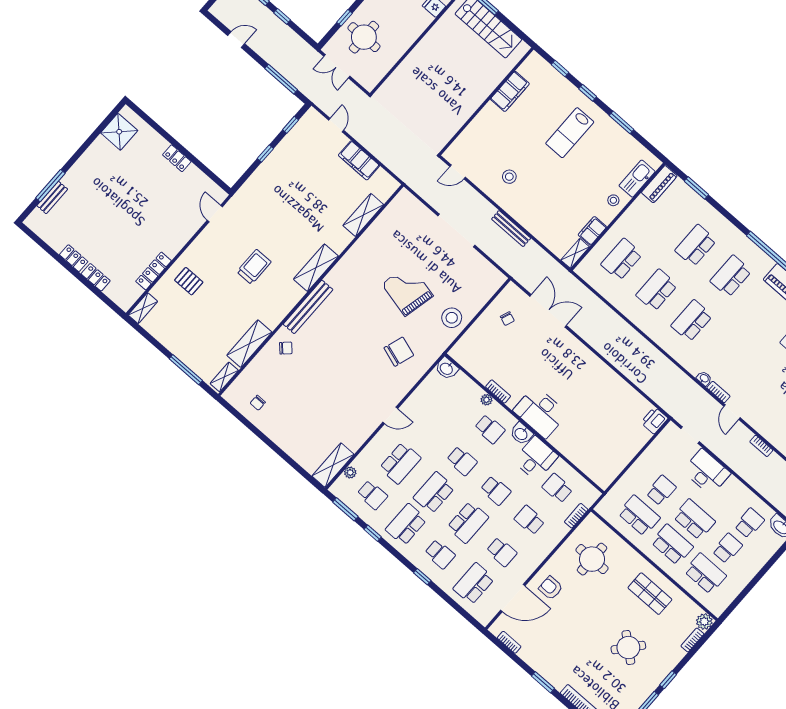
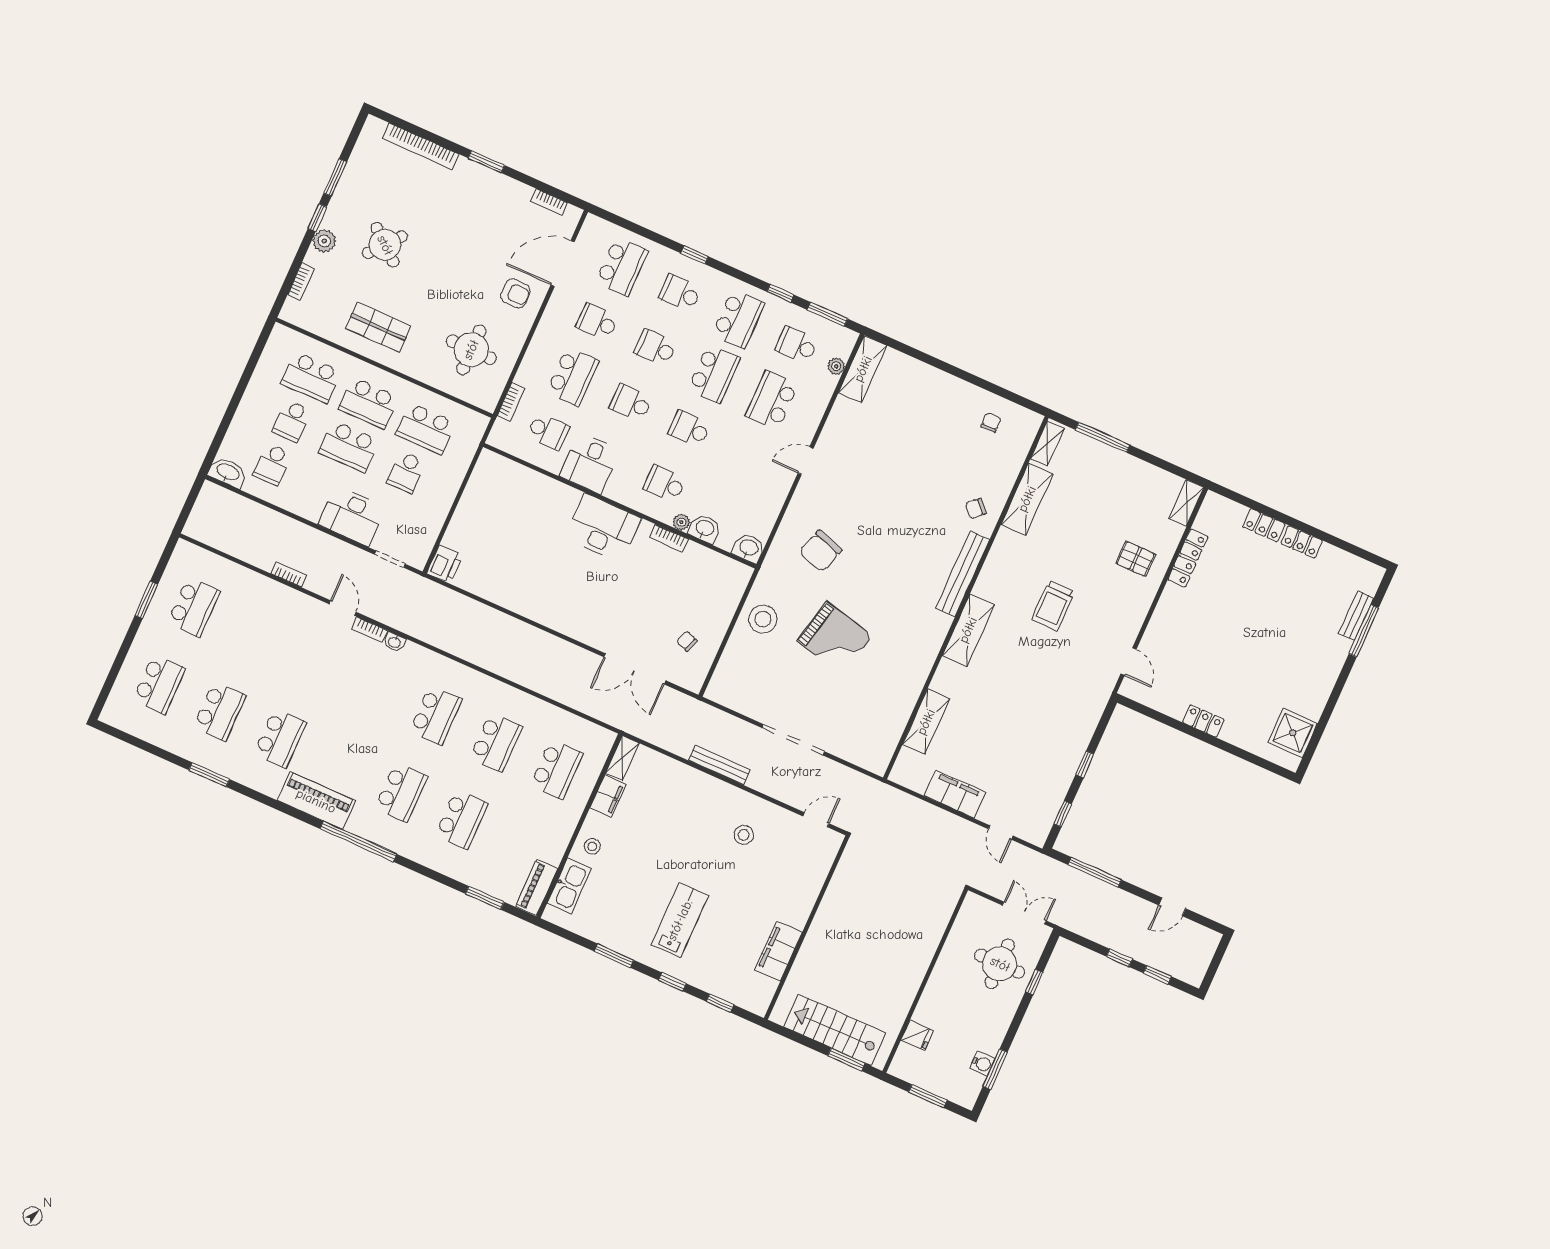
washbasin: (521, 434) -> (705, 529), moved
school desk: (529, 520) -> (573, 377), width x1.85
school desk: (468, 522) -> (656, 348), width x0.54
plant: (704, 622) -> (324, 241), moved

